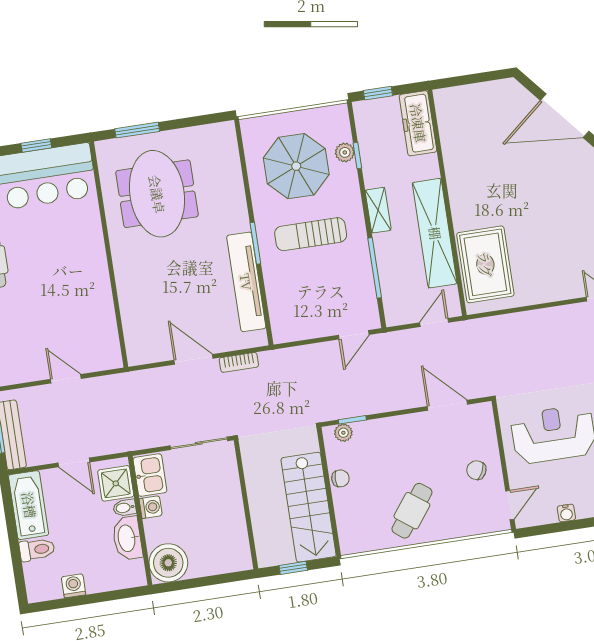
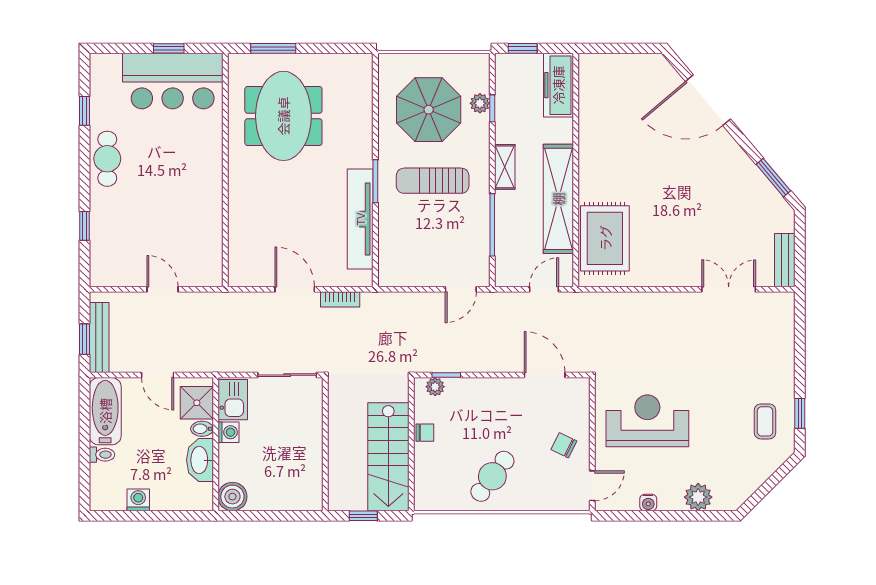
toilet: (37, 550) -> (102, 455), width x0.73, depth x0.72
boiler: (168, 563) -> (232, 497), width x0.73, depth x0.73

